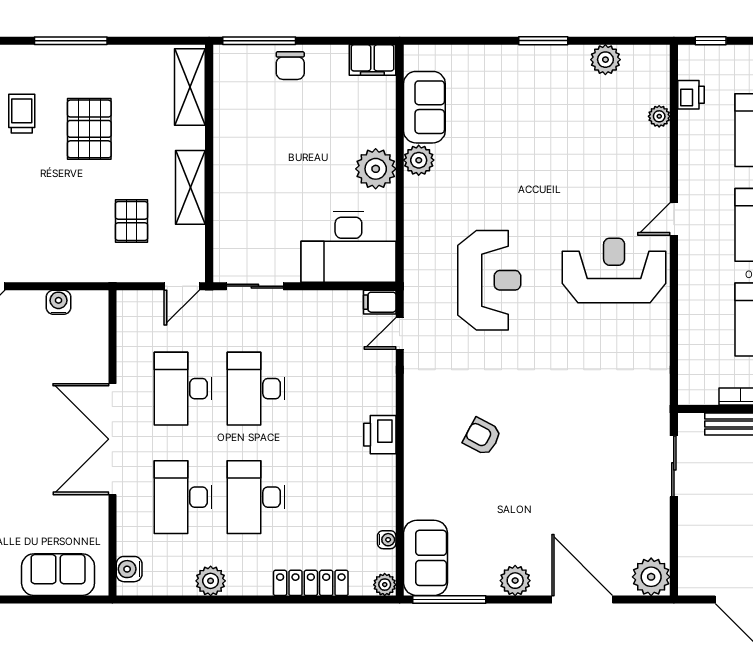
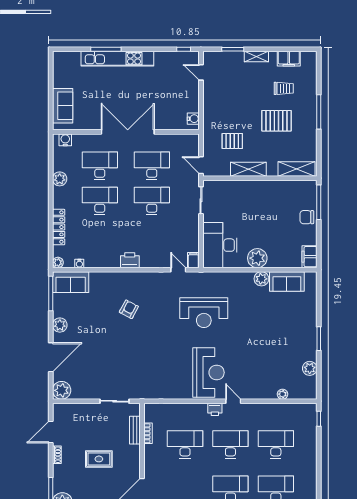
printer: (691, 95) -> (215, 409), moved
water cooler: (58, 302) -> (193, 119), moved

